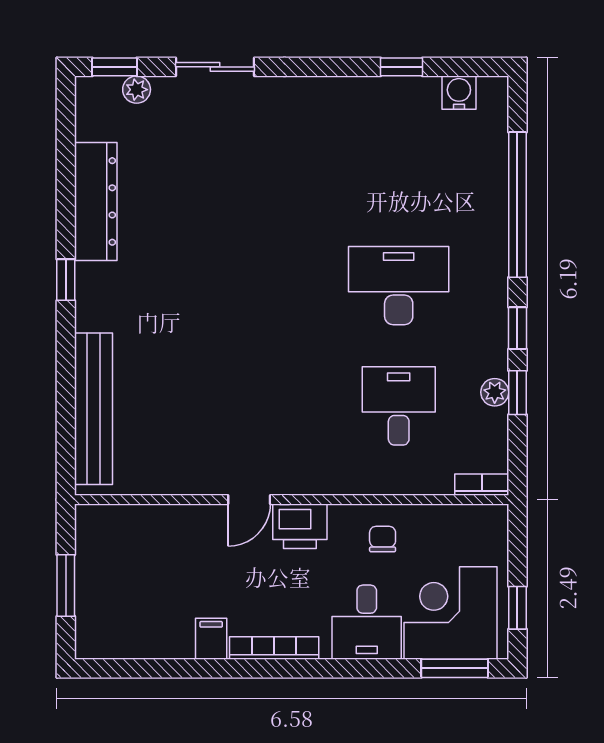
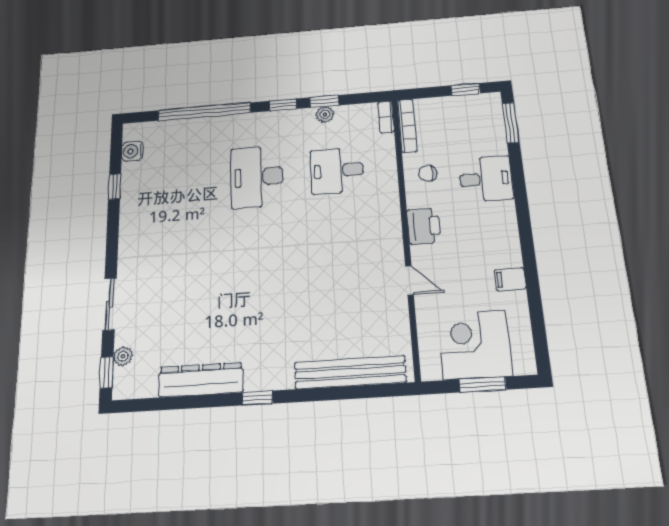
door: (249, 500) -> (409, 280), moved
corner desk: (450, 613) -> (475, 345), moved, turned 90
bookcase: (274, 648) -> (407, 126), moved, turned 180

